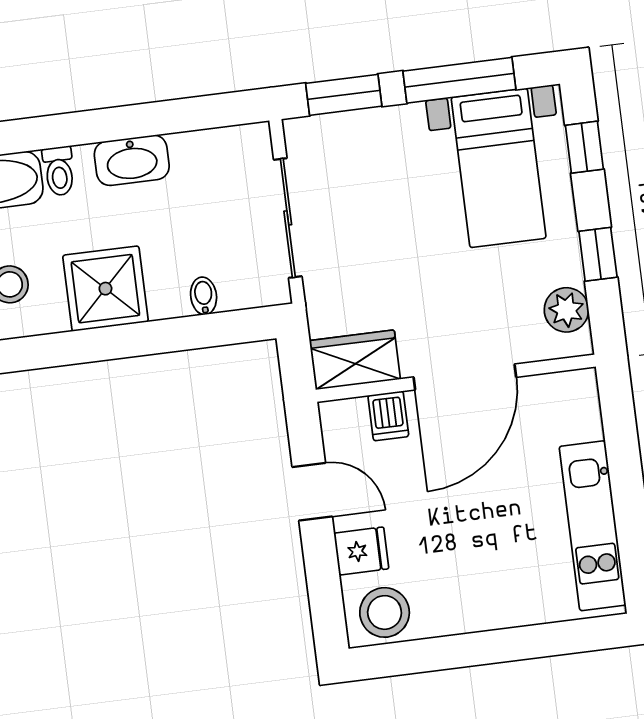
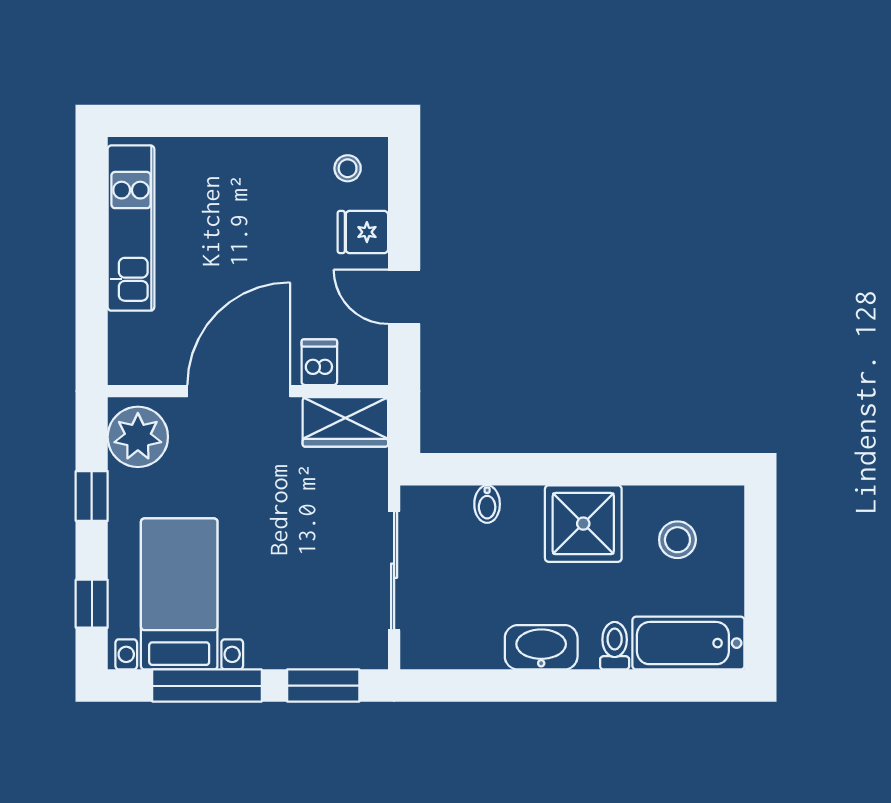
plant: (566, 310) -> (138, 437), width x1.36, depth x1.36
stool: (385, 612) -> (348, 168), width x0.53, depth x0.53

